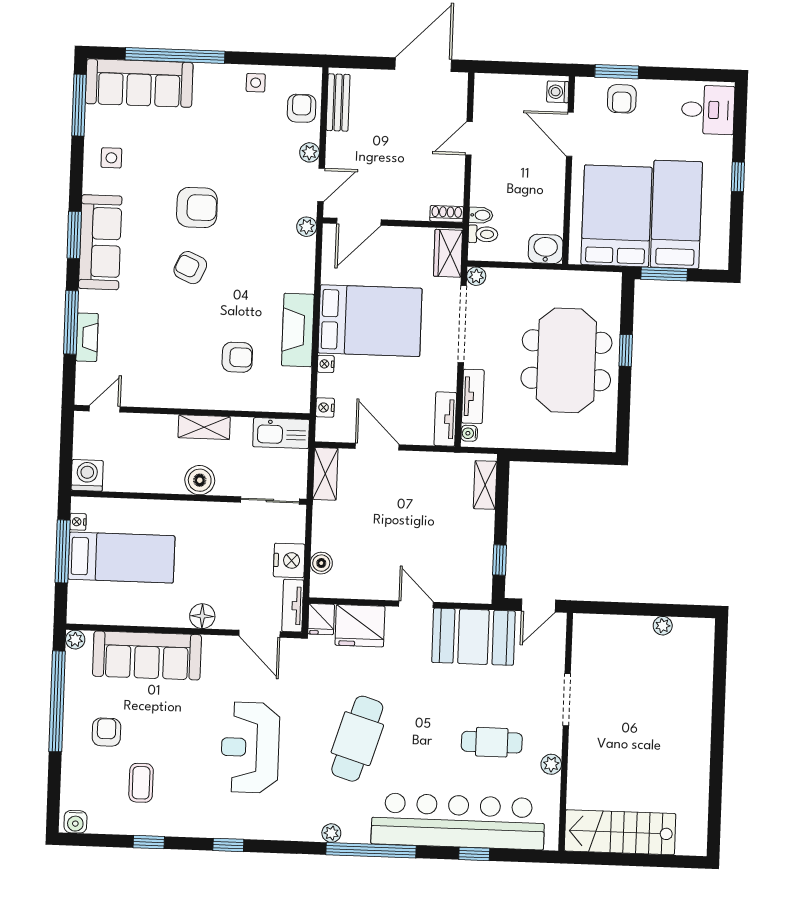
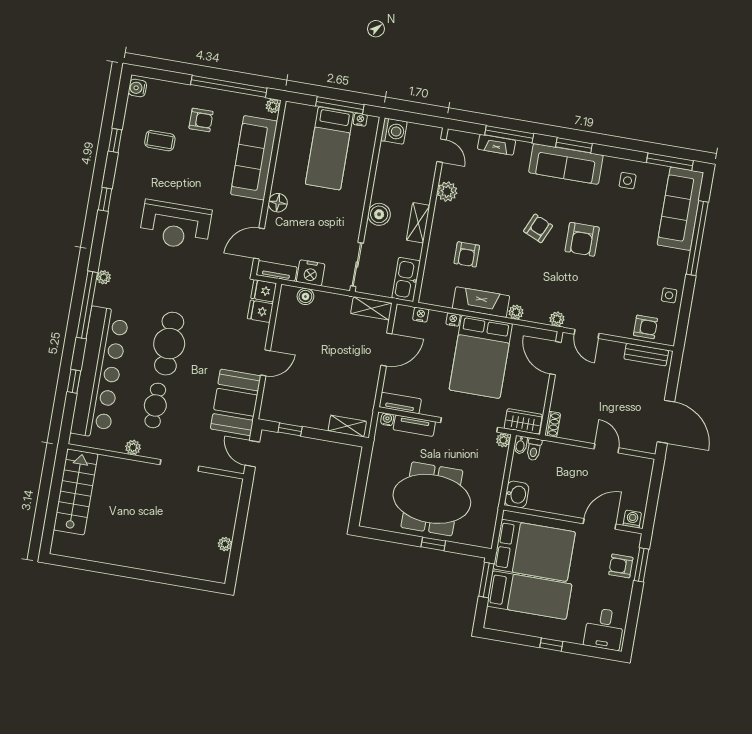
plant: (310, 152) -> (516, 312), moved
bidet: (481, 215) -> (520, 445), moved
plant: (158, 394) -> (447, 192), added
fridge: (360, 626) -> (260, 311), width x0.53, depth x0.75
cafe table: (357, 739) -> (169, 344), moved, turned 73
reception desk: (250, 747) -> (175, 225), turned 180

